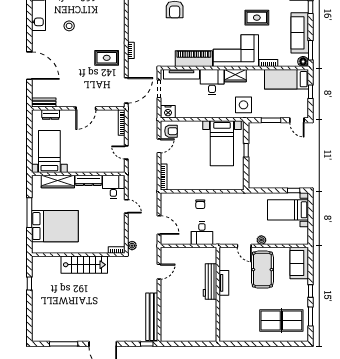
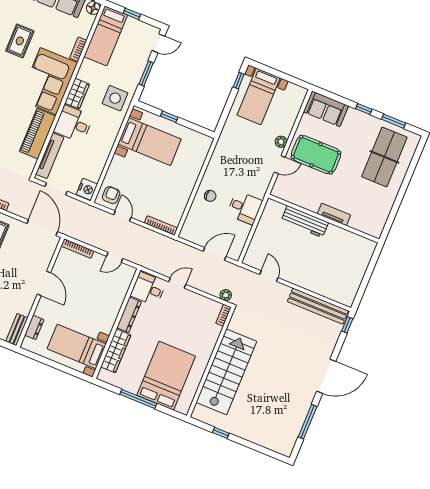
stairs: (84, 265) -> (226, 372), width x1.36, depth x1.51
tv unit: (224, 283) -> (334, 214), moved

